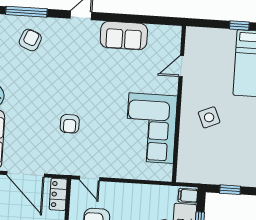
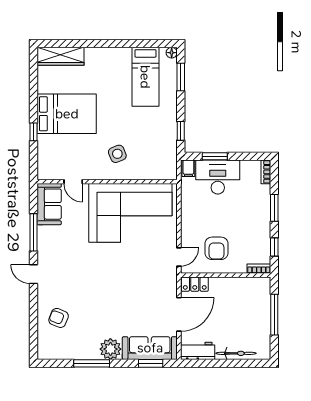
window: (26, 12) -> (34, 232), moved
sofa: (124, 36) -> (49, 204), moved
armchair: (70, 124) -> (131, 278), removed
corner sofa: (151, 128) -> (130, 213), width x1.36, depth x1.36

